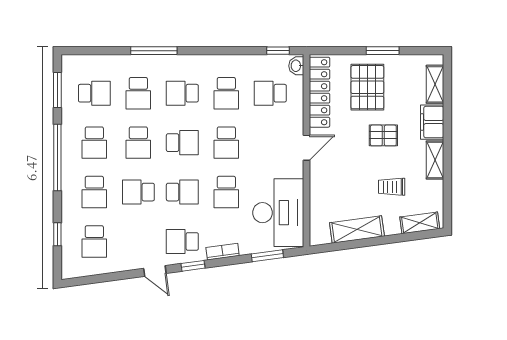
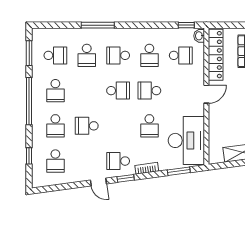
school desk: (270, 93) -> (181, 55), turned 180
school desk: (138, 143) -> (87, 91), removed
school desk: (226, 143) -> (149, 91), turned 90
school desk: (182, 192) -> (118, 126), removed

